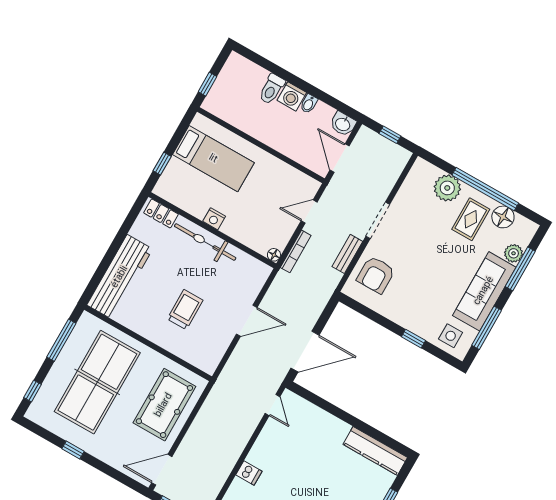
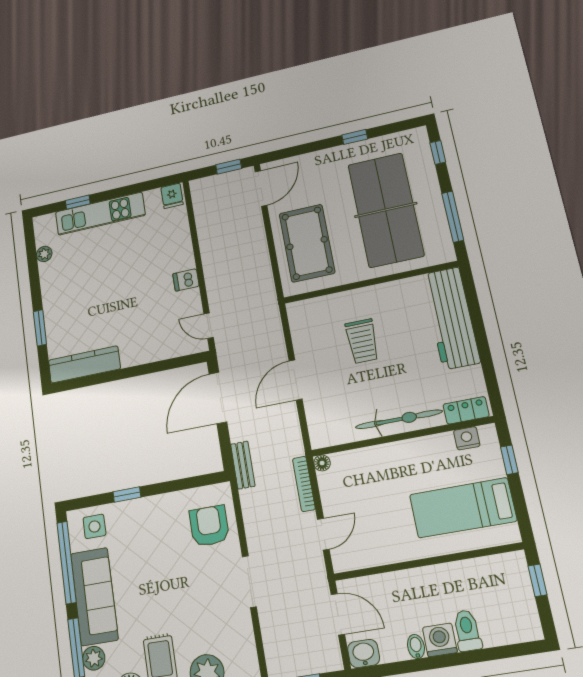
nightstand: (214, 219) -> (467, 438), moved
bench: (347, 254) -> (243, 465), moved
window: (487, 328) -> (67, 562), width x1.46
dishwasher: (249, 473) -> (186, 280), moved

